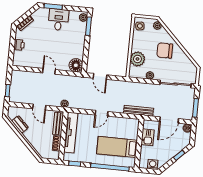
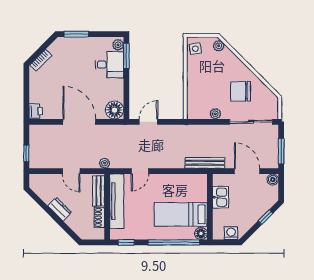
desk: (58, 20) -> (109, 65), moved, turned 90
printer: (19, 45) -> (36, 111), moved
chair: (165, 50) -> (241, 91), moved
plant: (137, 59) -> (197, 93), removed
door: (49, 71) -> (79, 122), width x1.88
door: (100, 76) -> (148, 122), swing flipped
door: (102, 113) -> (140, 171), moved
door: (169, 120) -> (247, 171), swing flipped
dresser: (20, 124) -> (60, 209), moved
floor lamp: (130, 163) -> (201, 233), added

